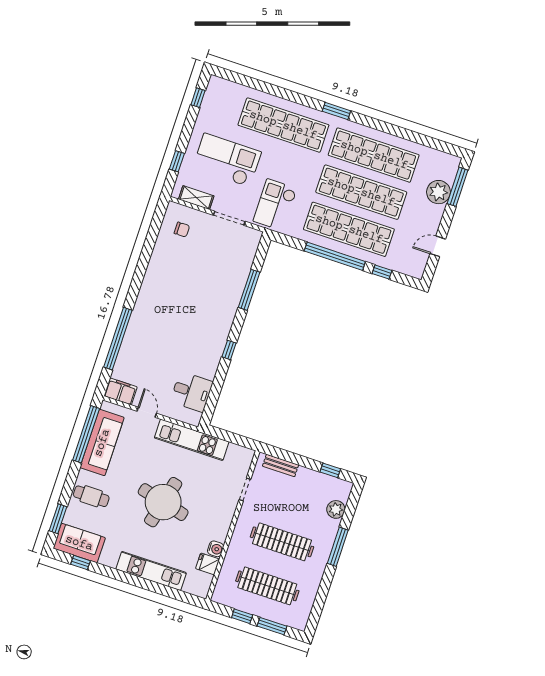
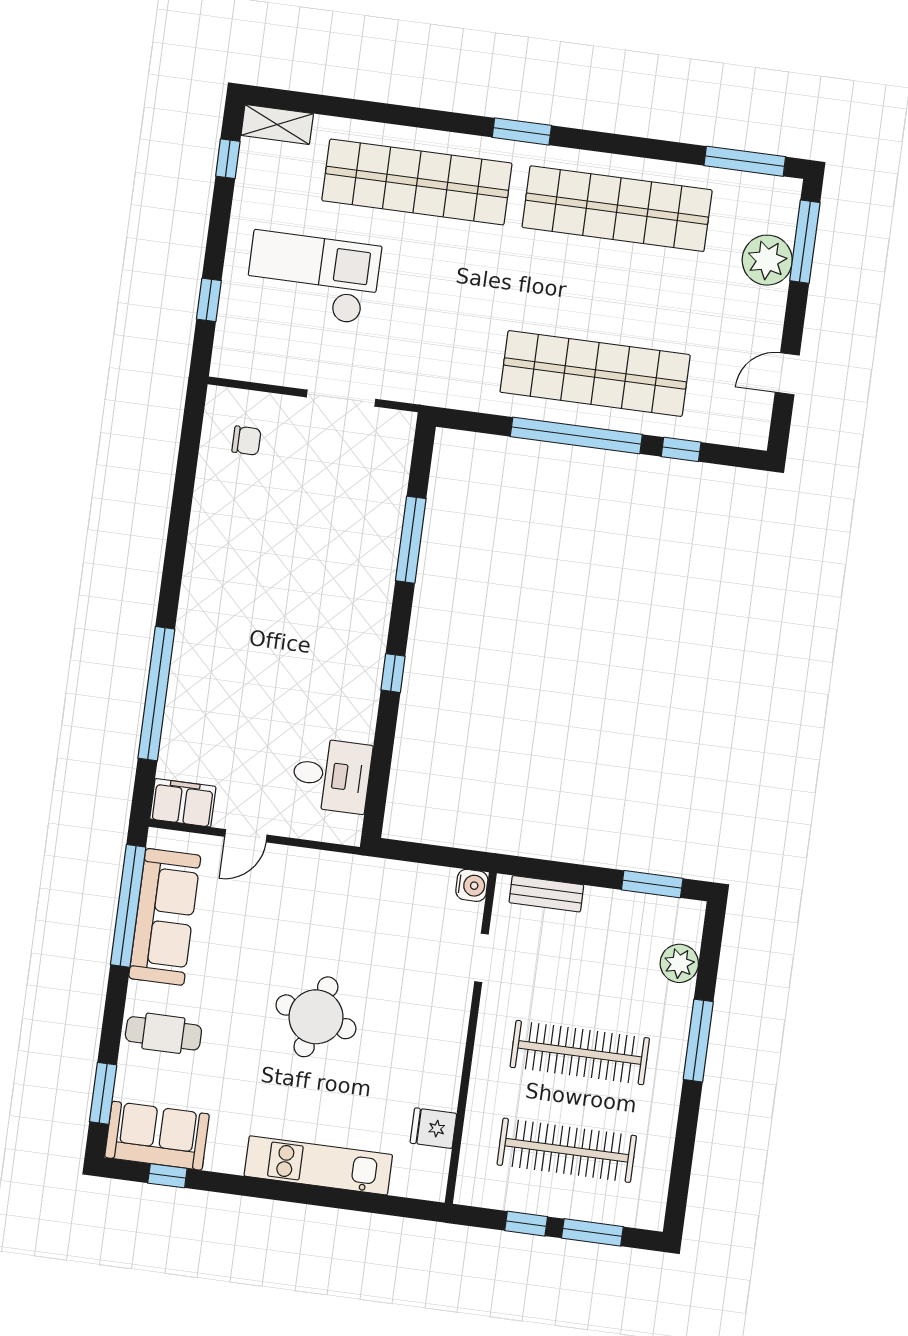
window: (437, 144) -> (745, 161), added
shop shelf: (361, 192) -> (606, 291), removed
shelving: (196, 198) -> (277, 124), moved
checkout: (275, 205) -> (431, 352), removed
door: (147, 412) -> (246, 836), swing flipped
kitchen unit: (192, 440) -> (351, 876), removed
window: (330, 470) -> (652, 884), width x1.50
round table: (163, 502) -> (316, 1017), width x0.73, depth x0.73
water cooler: (216, 549) -> (472, 885), moved

